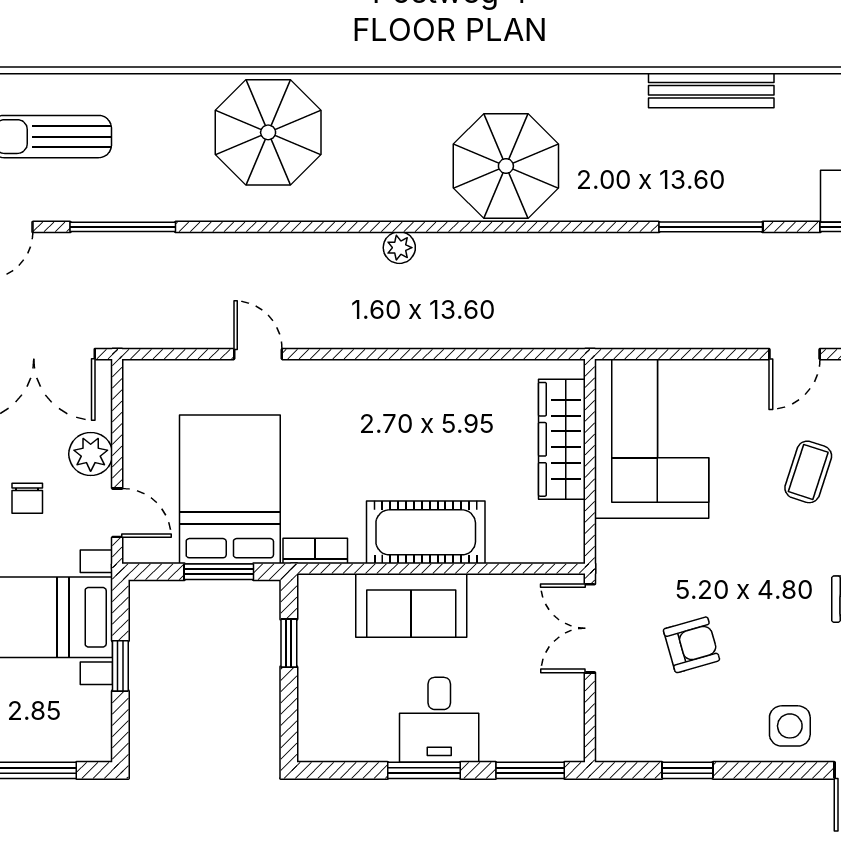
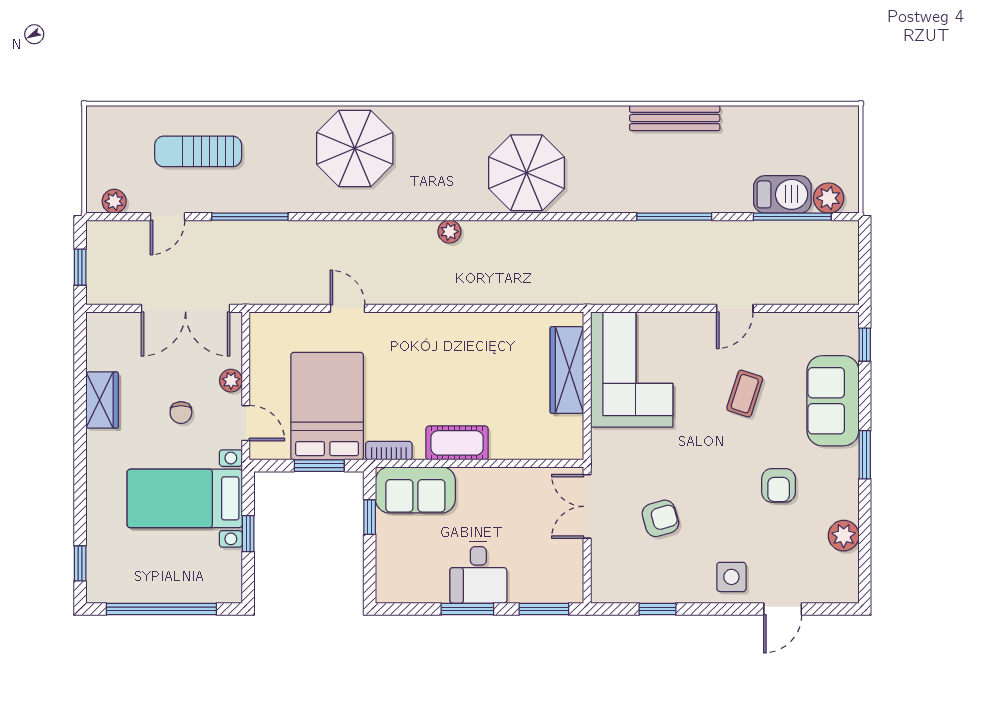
plant: (91, 454) -> (231, 381), width x0.73, depth x0.73
cot: (426, 532) -> (457, 443), width x0.73, depth x0.75
sofa: (411, 605) -> (415, 490), moved

